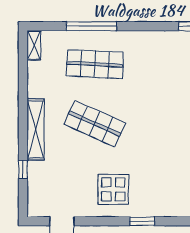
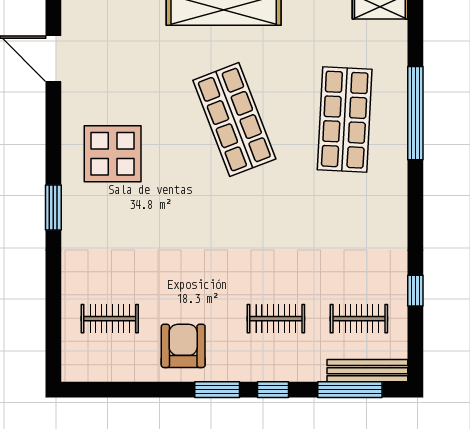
shop shelf: (95, 124) -> (234, 120), turned -45

